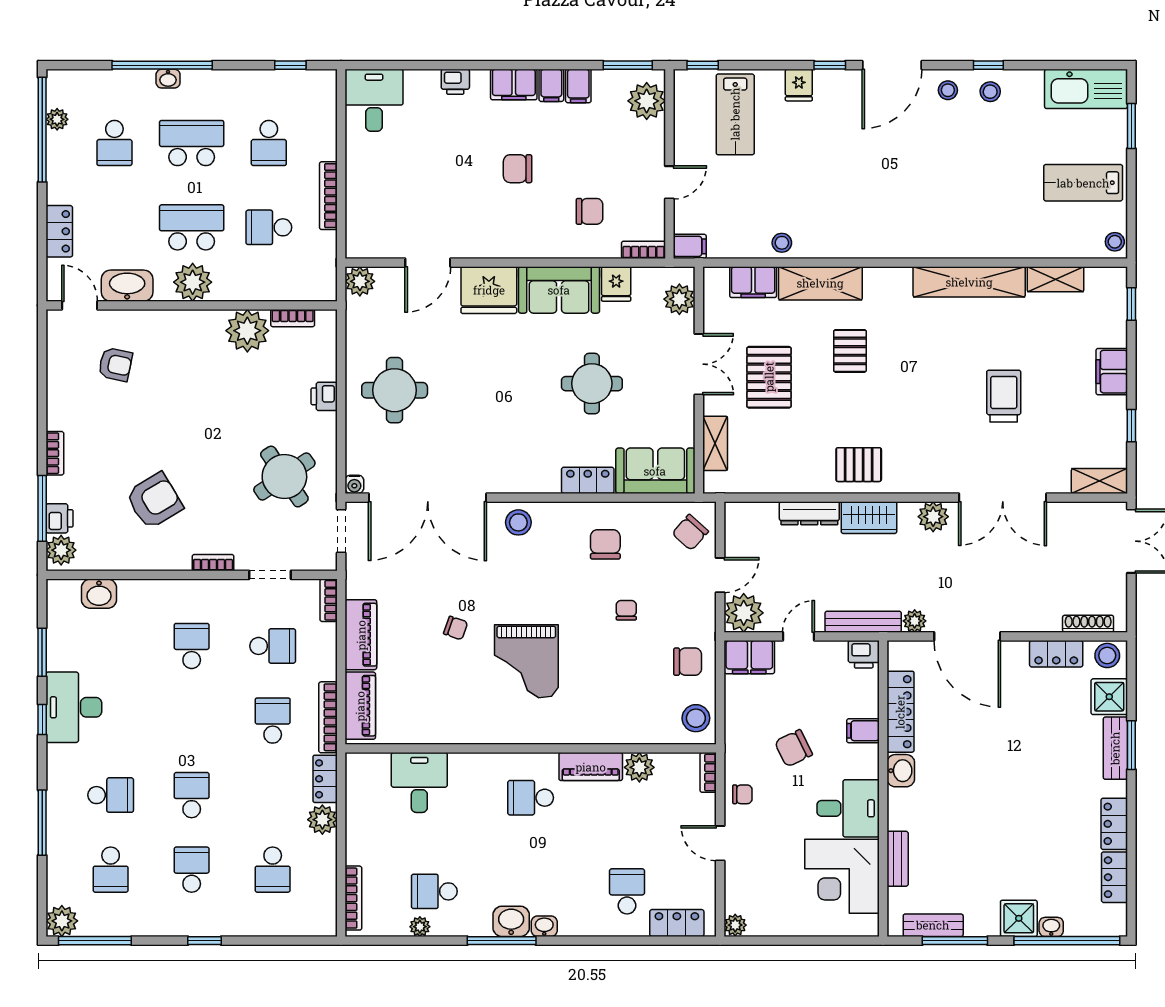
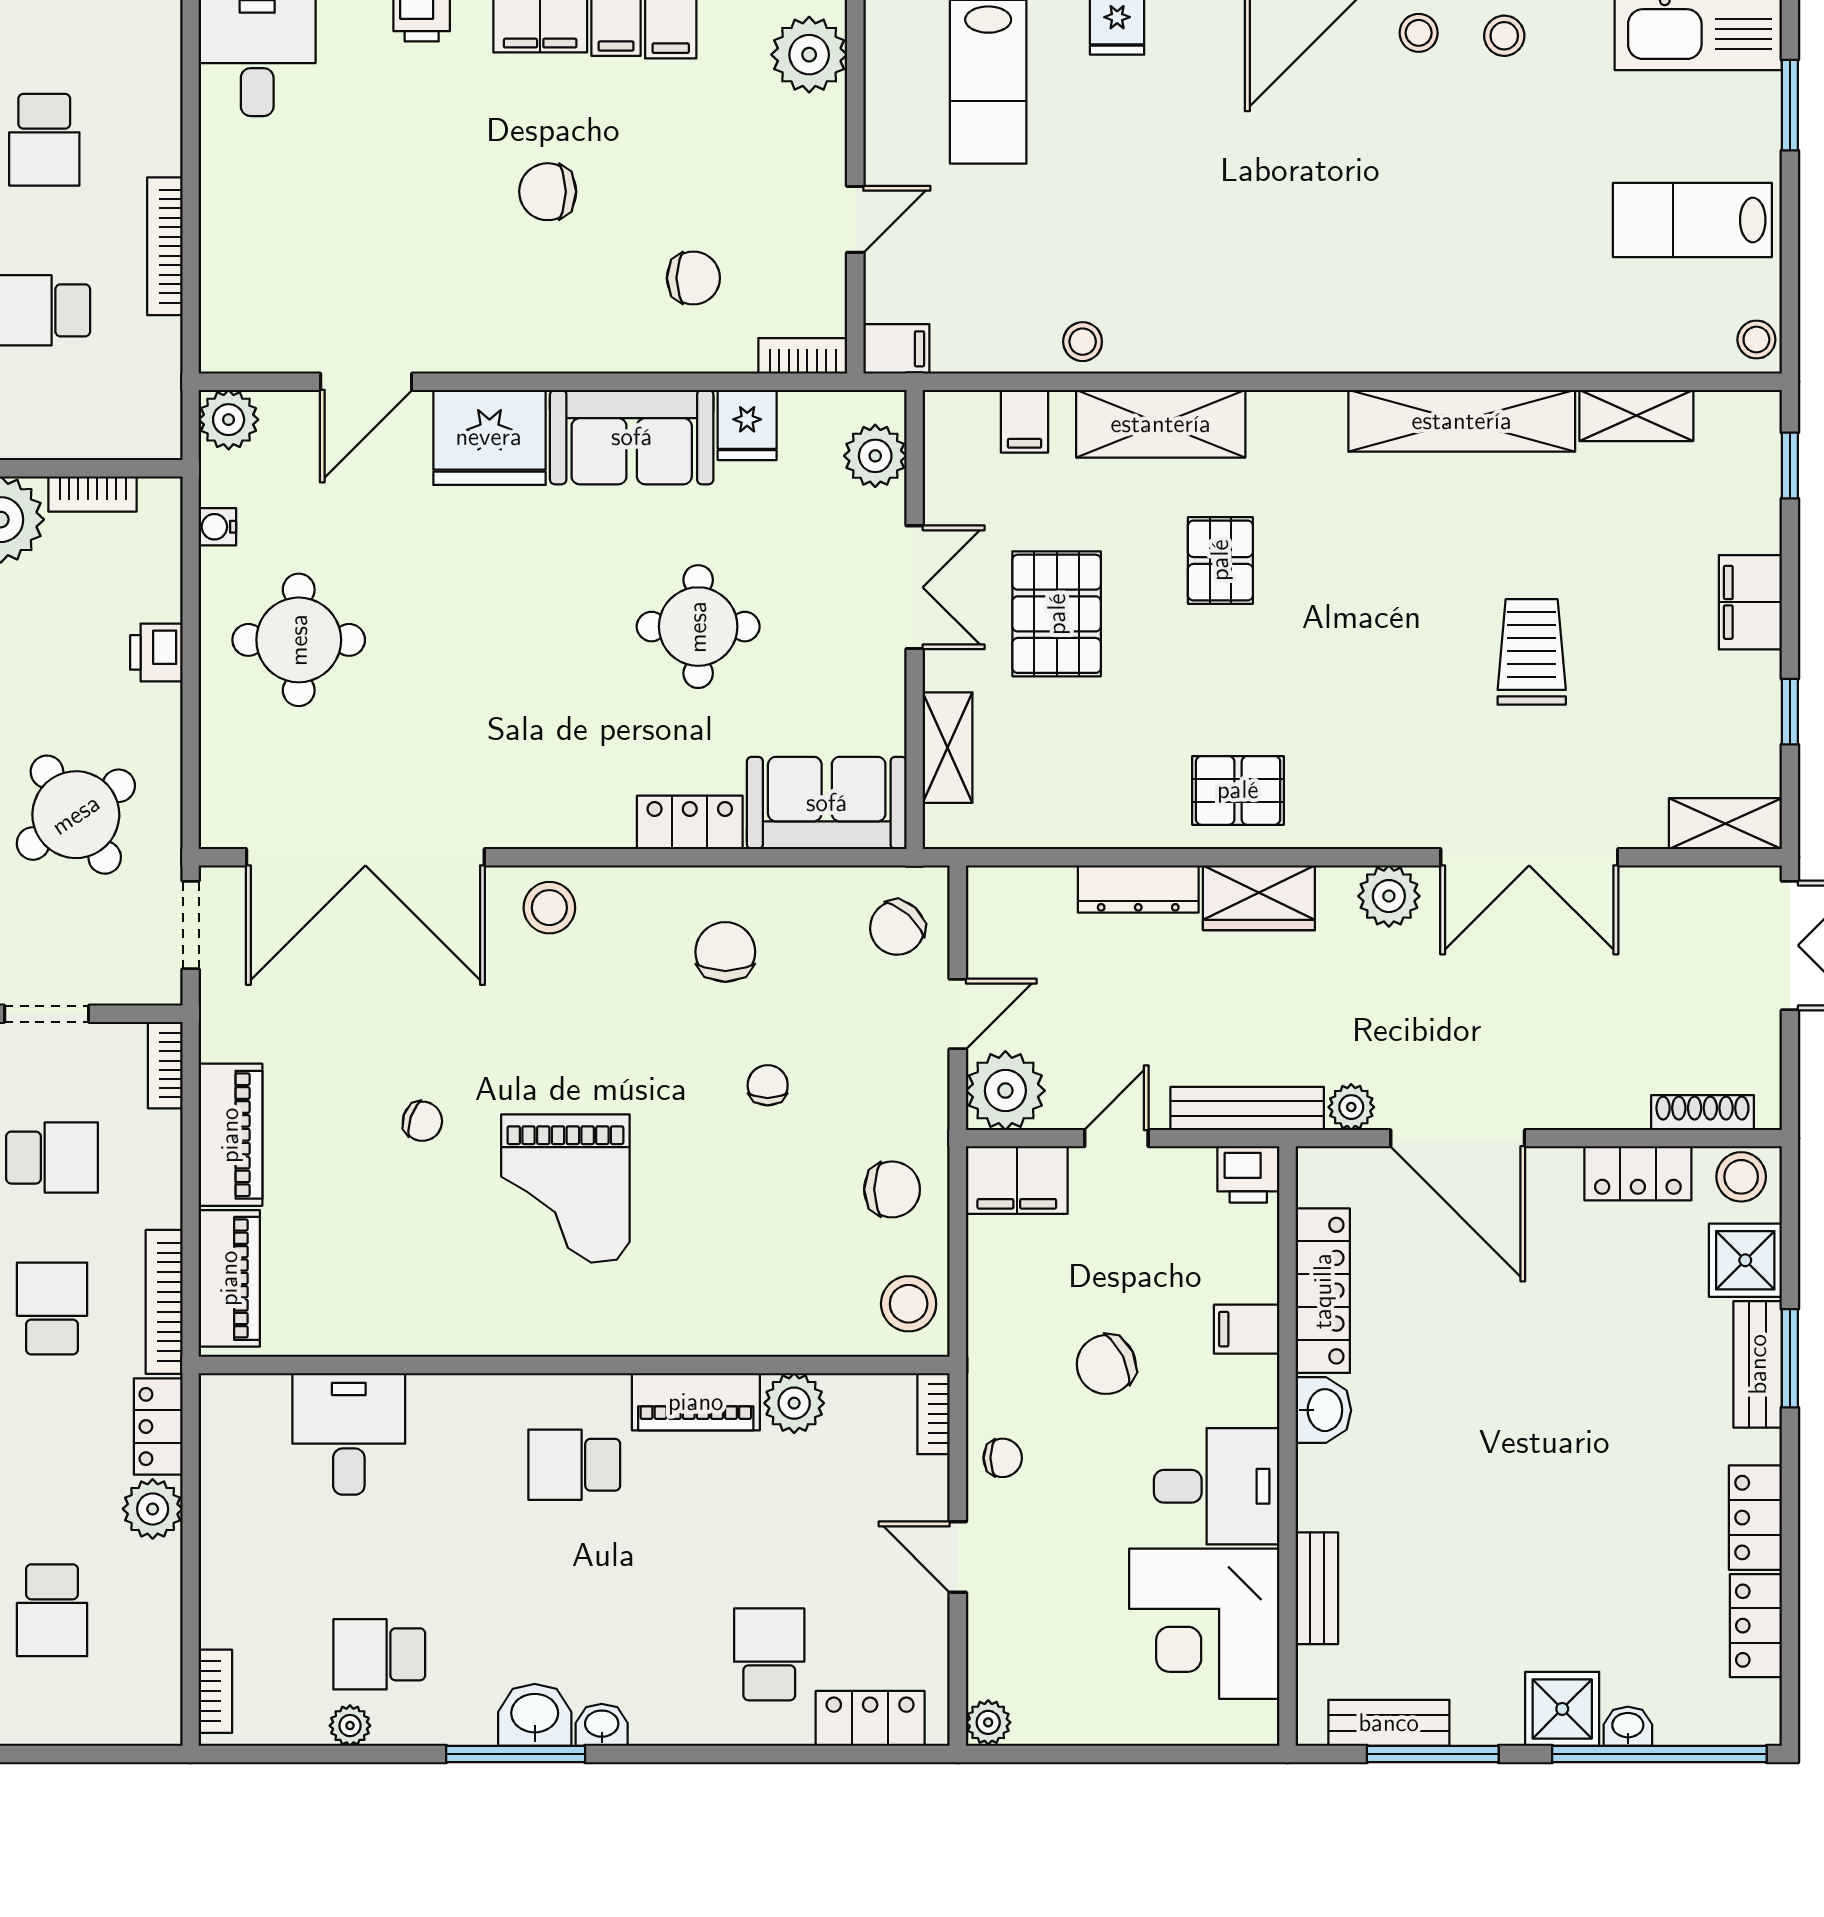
filing cabinet: (753, 282) -> (1025, 421), width x0.50
water cooler: (354, 484) -> (217, 527), moved, turned 90
bookcase: (353, 898) -> (215, 1691), width x0.64

